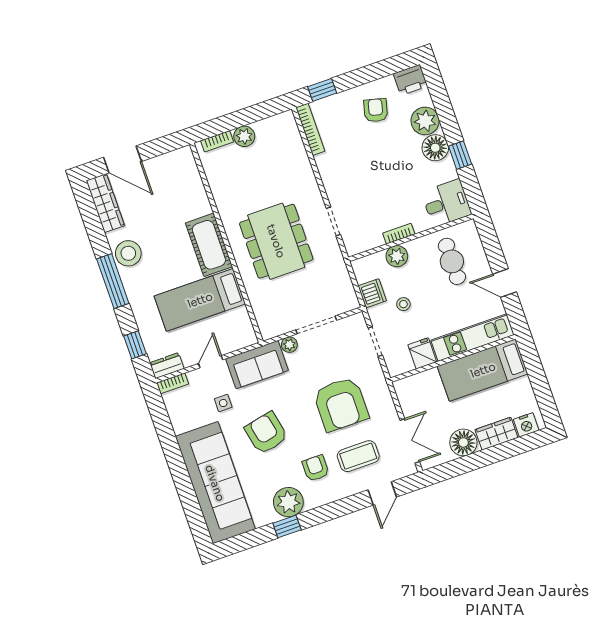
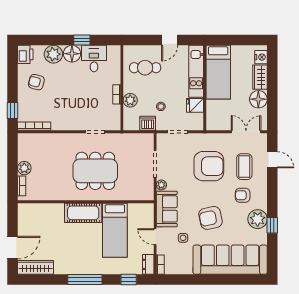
desk: (447, 203) -> (94, 59), moved
stool: (128, 253) -> (71, 264), removed

